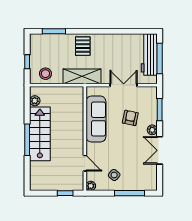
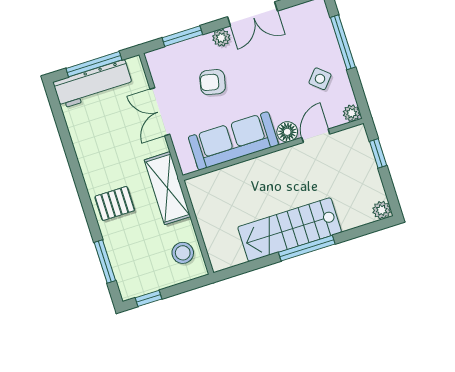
window: (27, 62) -> (149, 298), moved
plant: (35, 101) -> (382, 210), moved
floor lamp: (92, 149) -> (287, 132), added

